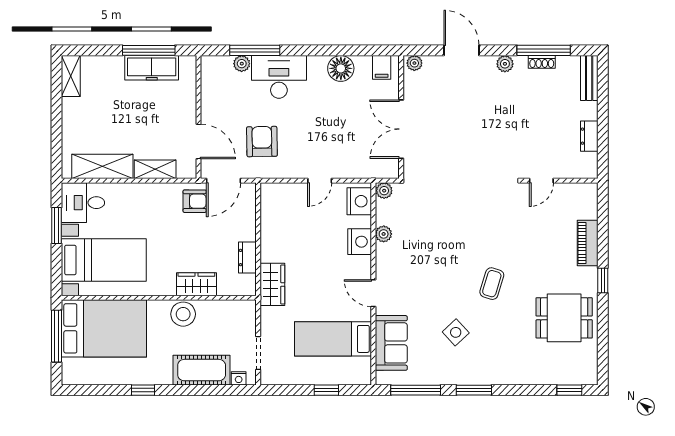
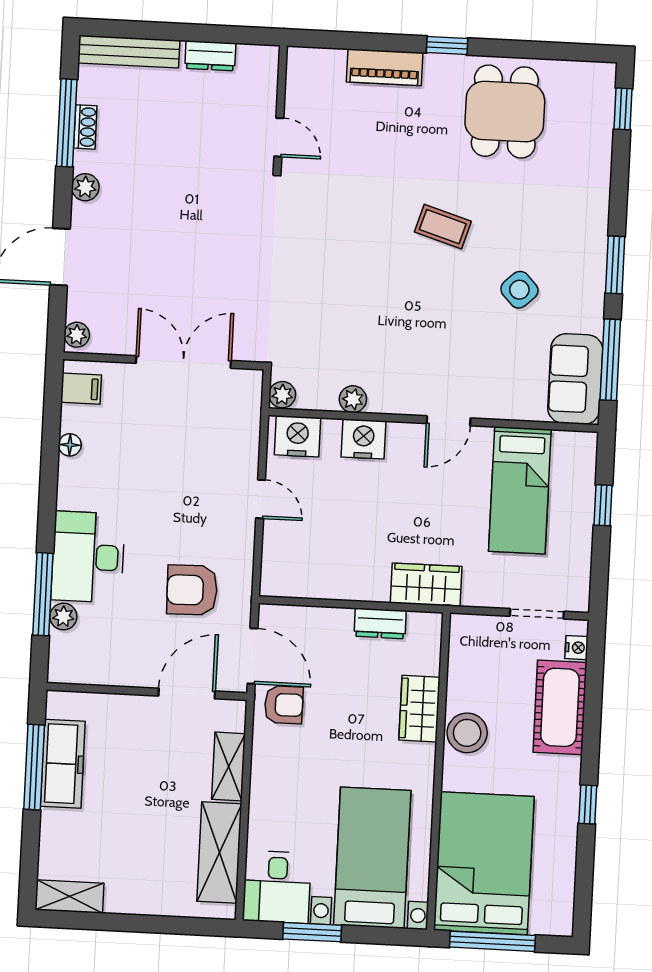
floor lamp: (341, 68) -> (70, 445), width x0.53, depth x0.53
bench: (589, 78) -> (129, 52), width x1.36
double door: (401, 129) -> (183, 362), swing flipped
armchair: (195, 201) -> (284, 705), turned 90
sofa: (391, 343) -> (575, 379), moved, turned -90

